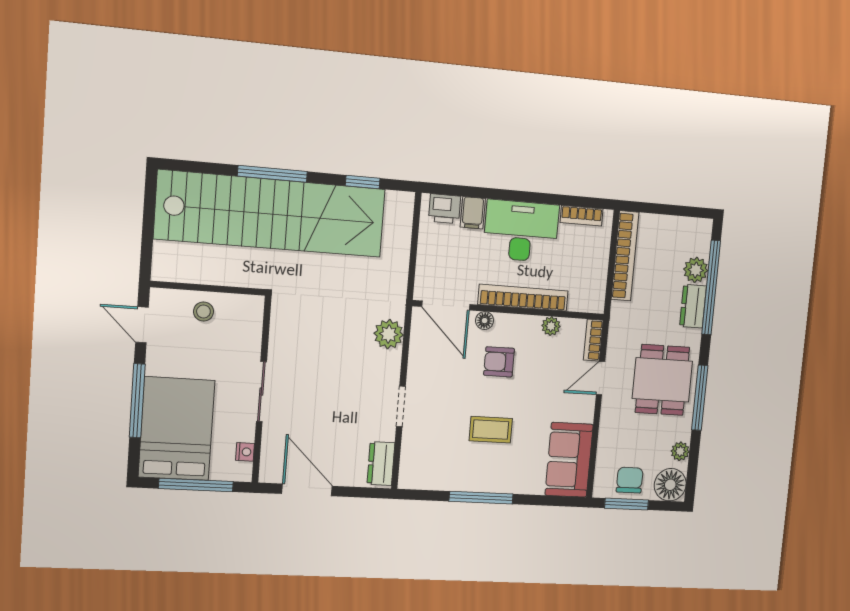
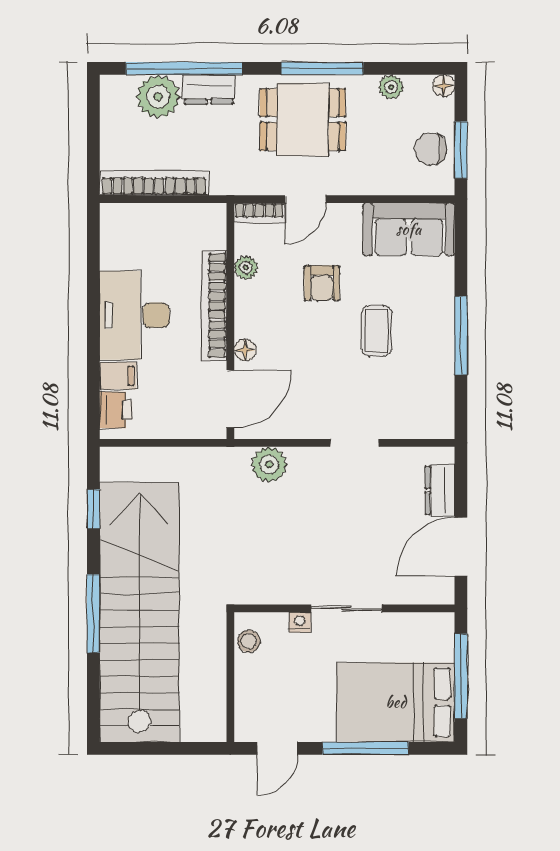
bookcase: (582, 216) -> (110, 242), removed
plant: (696, 270) -> (158, 97), width x1.36, depth x1.36
stool: (203, 312) -> (249, 641), moved
armchair: (499, 362) -> (322, 283), moved
door: (601, 378) -> (305, 199), hinge flipped
nightstand: (245, 452) -> (300, 622), moved
dresser: (381, 464) -> (440, 490), moved, turned 90
floor lamp: (670, 485) -> (444, 86), width x0.53, depth x0.53

